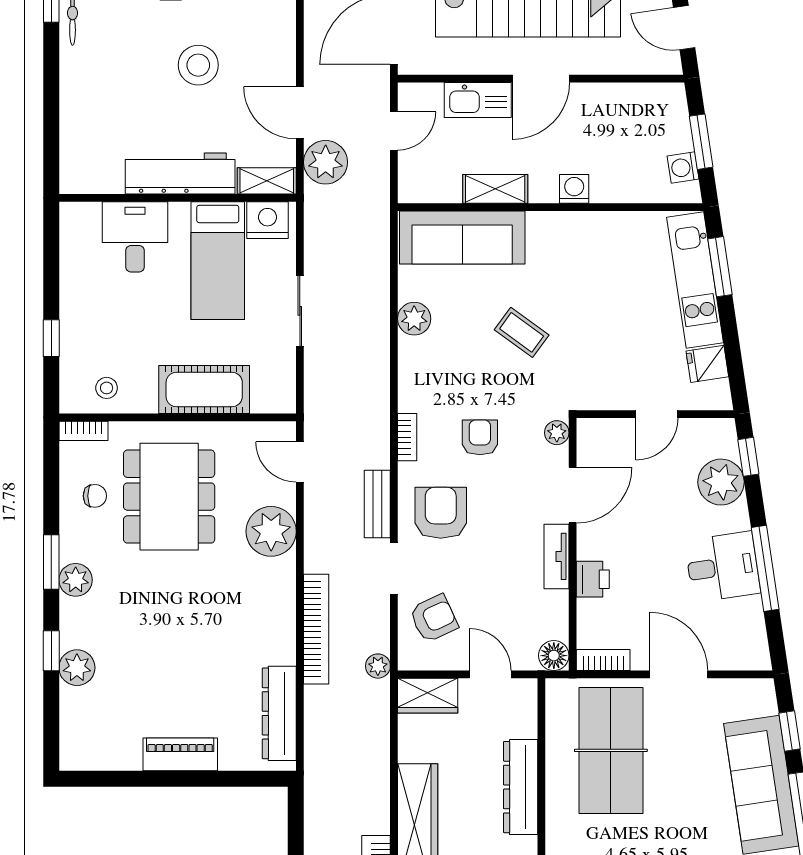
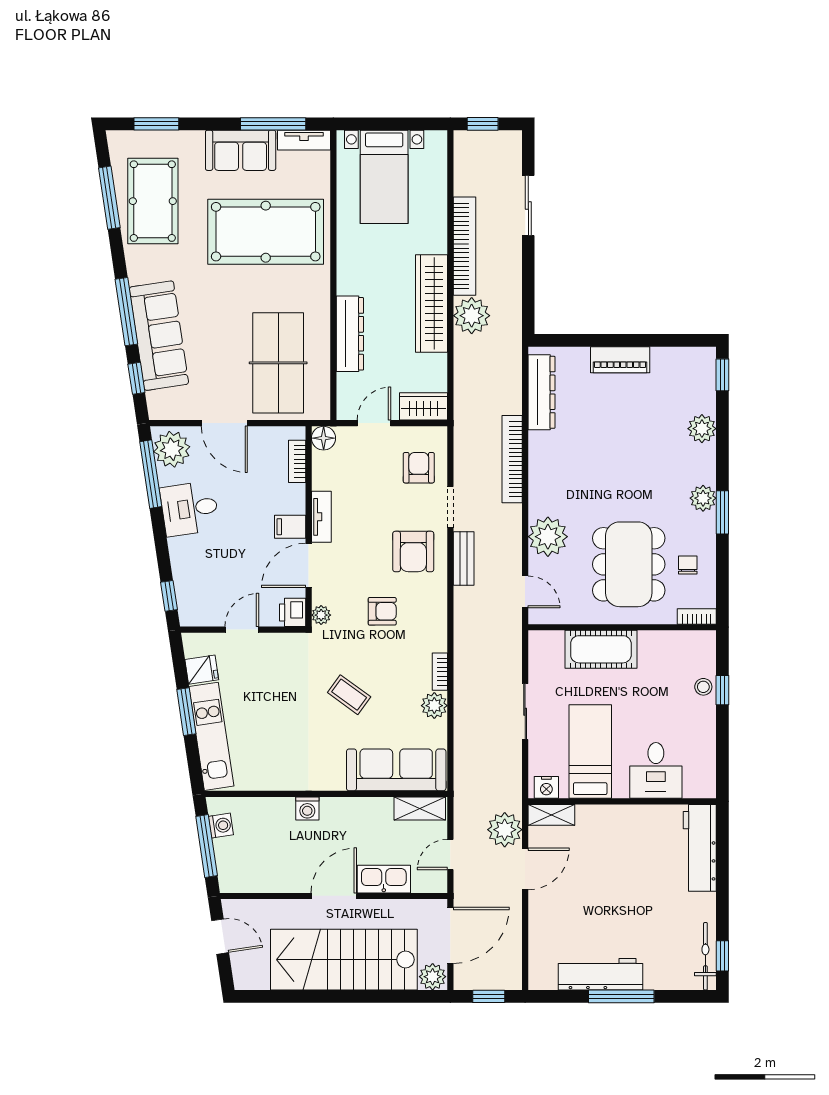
stool: (198, 65) -> (606, 907), removed
door: (300, 113) -> (525, 869), hinge flipped
window: (701, 142) -> (207, 846), width x1.44
workbench: (180, 173) -> (700, 848), moved, turned 90
shelving: (495, 189) -> (420, 809), moved
nightstand: (267, 220) -> (546, 787), width x0.74, depth x0.75
window: (720, 267) -> (186, 712), moved
stool: (107, 388) -> (703, 687), moved
bookcase: (407, 437) -> (440, 672), moved
armchair: (480, 437) -> (382, 611), turned -90
plant: (721, 482) -> (172, 449), moved
chair: (95, 496) -> (688, 565), turned 90
filing cabinet: (596, 544) -> (290, 527), added
window: (765, 568) -> (151, 474), moved
printer: (593, 579) -> (293, 612), moved
armchair: (434, 618) -> (419, 468), turned 115
window: (51, 651) -> (722, 375), moved
bookcase: (603, 660) -> (297, 461), moved, turned 90
plant: (378, 666) -> (472, 316), moved, width x1.88, depth x1.88
door: (490, 674) -> (374, 423), swing flipped

